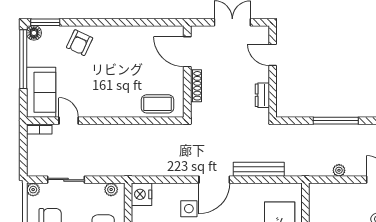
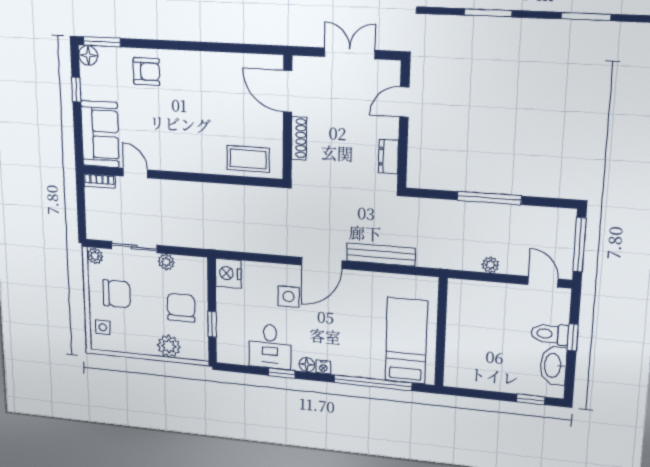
armchair: (80, 43) -> (146, 71), turned -115
door: (273, 55) -> (404, 102), hinge flipped
window: (23, 59) -> (76, 90), width x0.32
plant: (111, 190) -> (166, 262), moved

